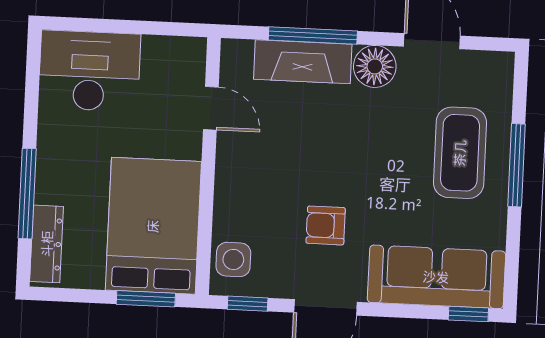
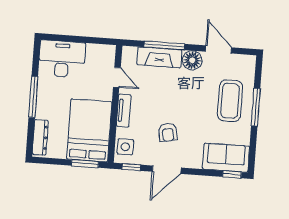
tv unit: (228, 180) -> (124, 111), added
window: (27, 194) -> (33, 97), moved
armchair: (326, 225) -> (168, 132), turned -100
sofa: (436, 277) -> (226, 158), width x0.73

